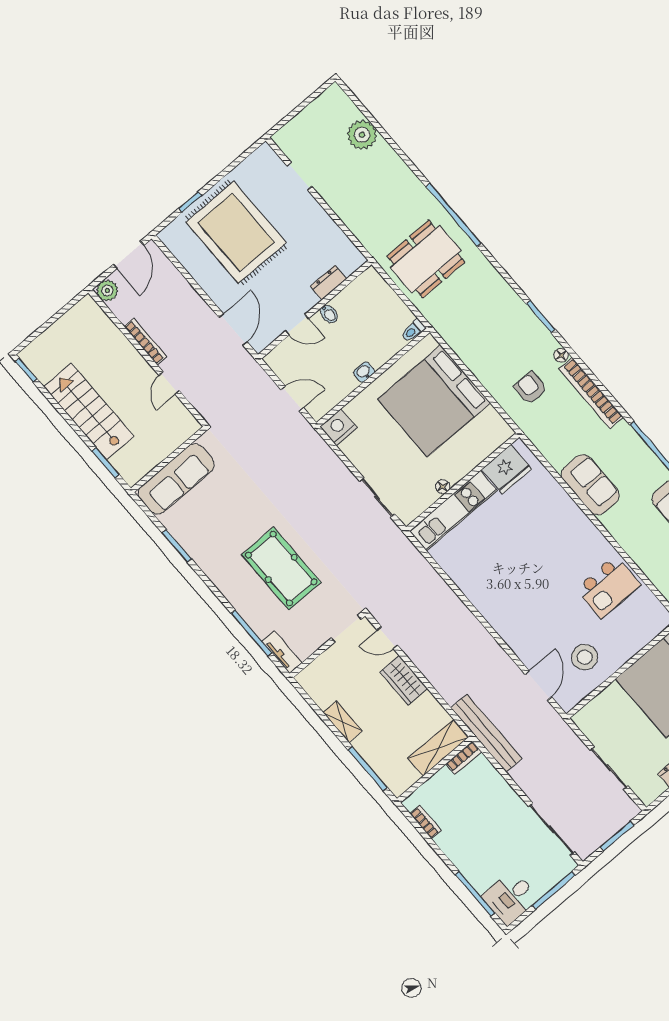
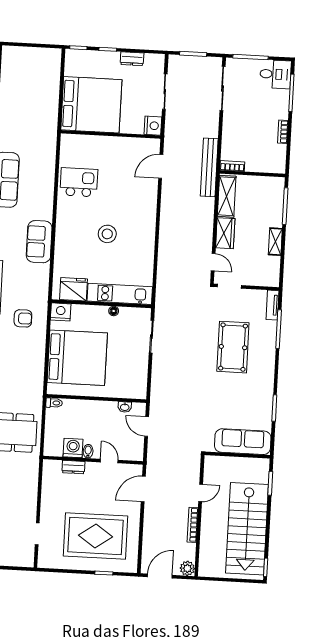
rug: (236, 232) -> (95, 536), turned 90
washing machine: (348, 302) -> (73, 448), added
washbasin: (364, 372) -> (125, 407), moved
armchair: (530, 388) -> (23, 318), turned -90
stairs: (89, 411) -> (247, 529), width x1.36, depth x1.51
nightstand: (339, 427) -> (61, 312), moved, turned 180
stool: (585, 657) -> (107, 234), moved
nightstand: (587, 720) -> (153, 126), added
shelving: (438, 748) -> (227, 196), moved, turned 90
bookcase: (426, 822) -> (283, 132), moved

